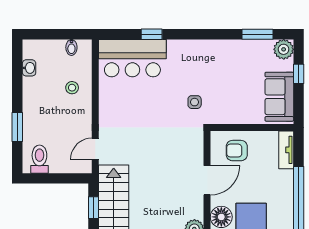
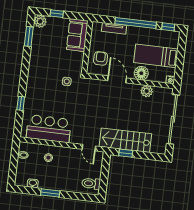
bar counter: (132, 58) -> (49, 129), moved, turned -90
sofa: (279, 97) -> (77, 35), moved, turned 90
window: (17, 127) -> (50, 193), moved
tv unit: (286, 150) -> (114, 28), moved
armchair: (237, 151) -> (101, 58), turned 180

